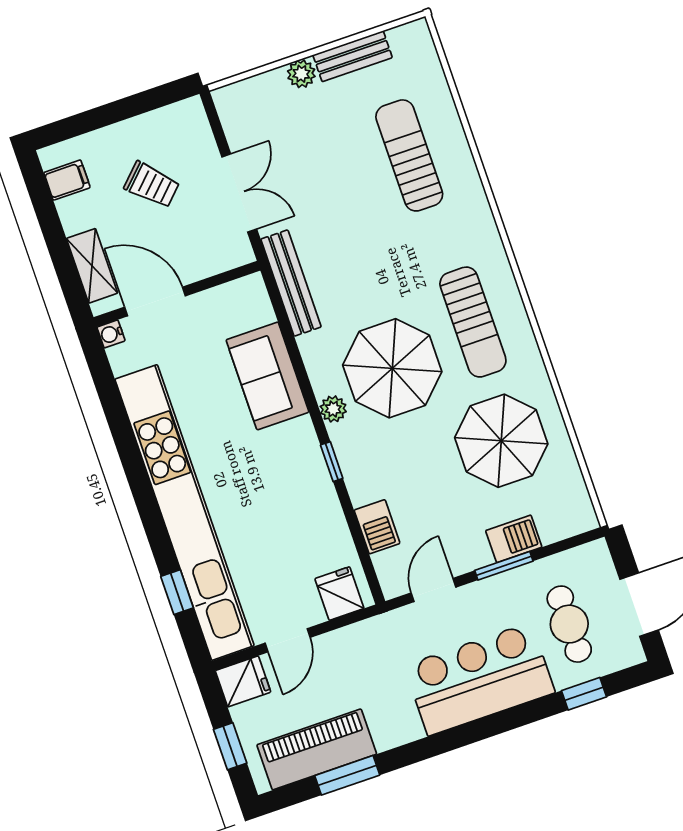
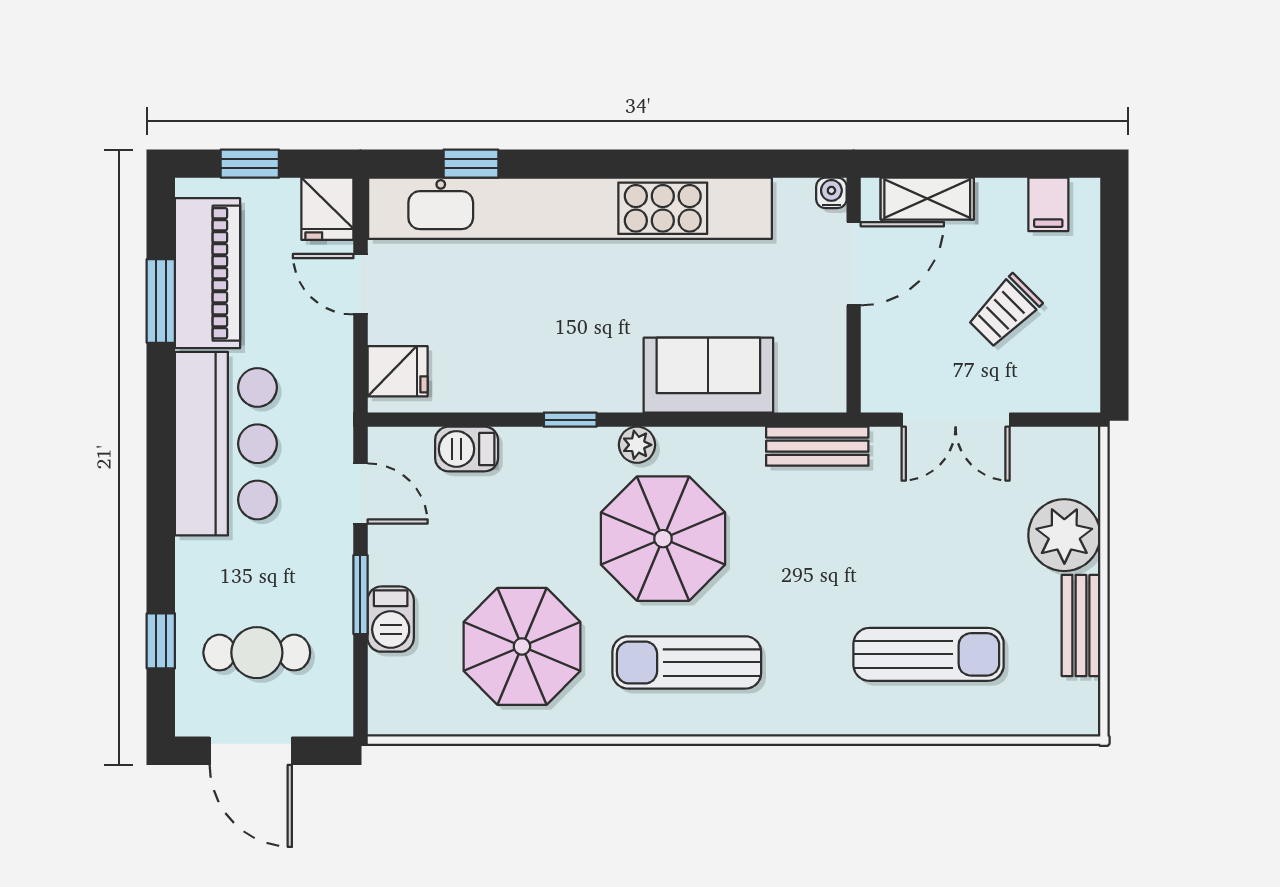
plant: (301, 74) -> (1064, 535), width x1.88, depth x1.88
bench: (291, 283) -> (817, 446), width x0.73
bar counter: (479, 679) -> (226, 444), moved

